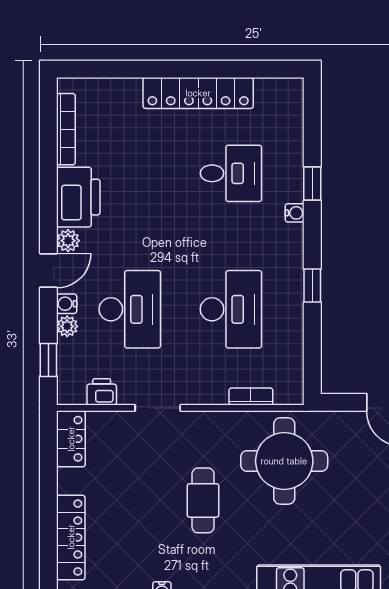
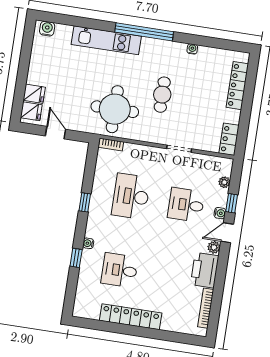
desk: (130, 309) -> (186, 205), width x0.73
plant: (67, 326) -> (224, 182), moved
window: (48, 360) -> (232, 203), moved
printer: (102, 392) -> (208, 162), removed
bookcase: (251, 397) -> (111, 145), moved

